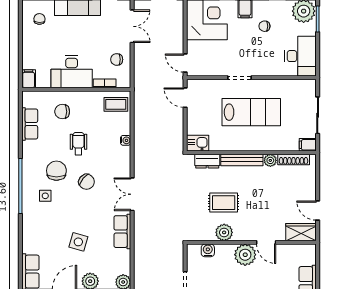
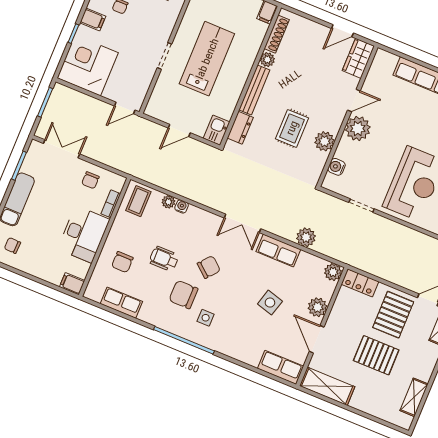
door: (185, 98) -> (179, 130), moved
plant: (125, 128) -> (168, 202), added
plant: (142, 249) -> (306, 237), added

